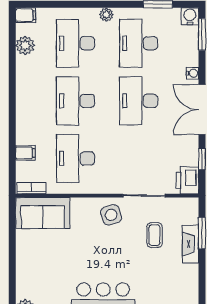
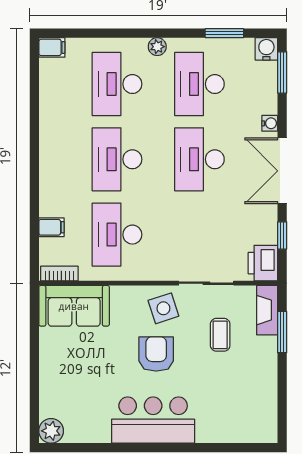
plant: (25, 45) -> (51, 87), removed
fireplace: (190, 244) -> (267, 310), moved
armchair: (106, 250) -> (156, 354), added

